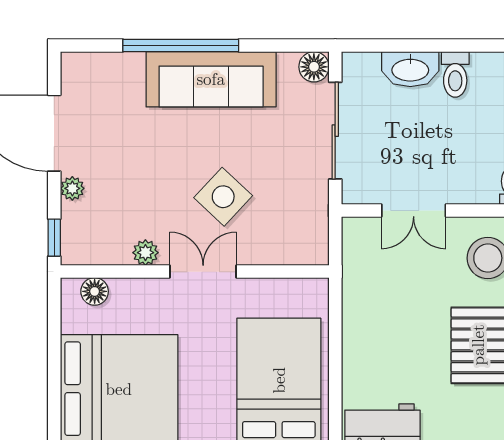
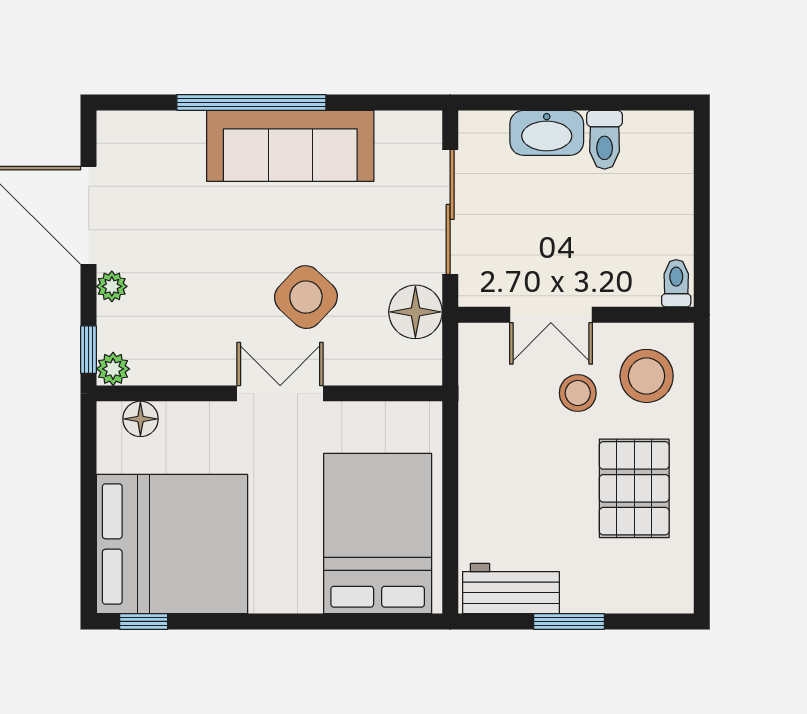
floor lamp: (314, 67) -> (415, 312), moved, width x1.38, depth x1.38
plant: (145, 253) -> (113, 369), moved
stool: (434, 271) -> (578, 393), added

